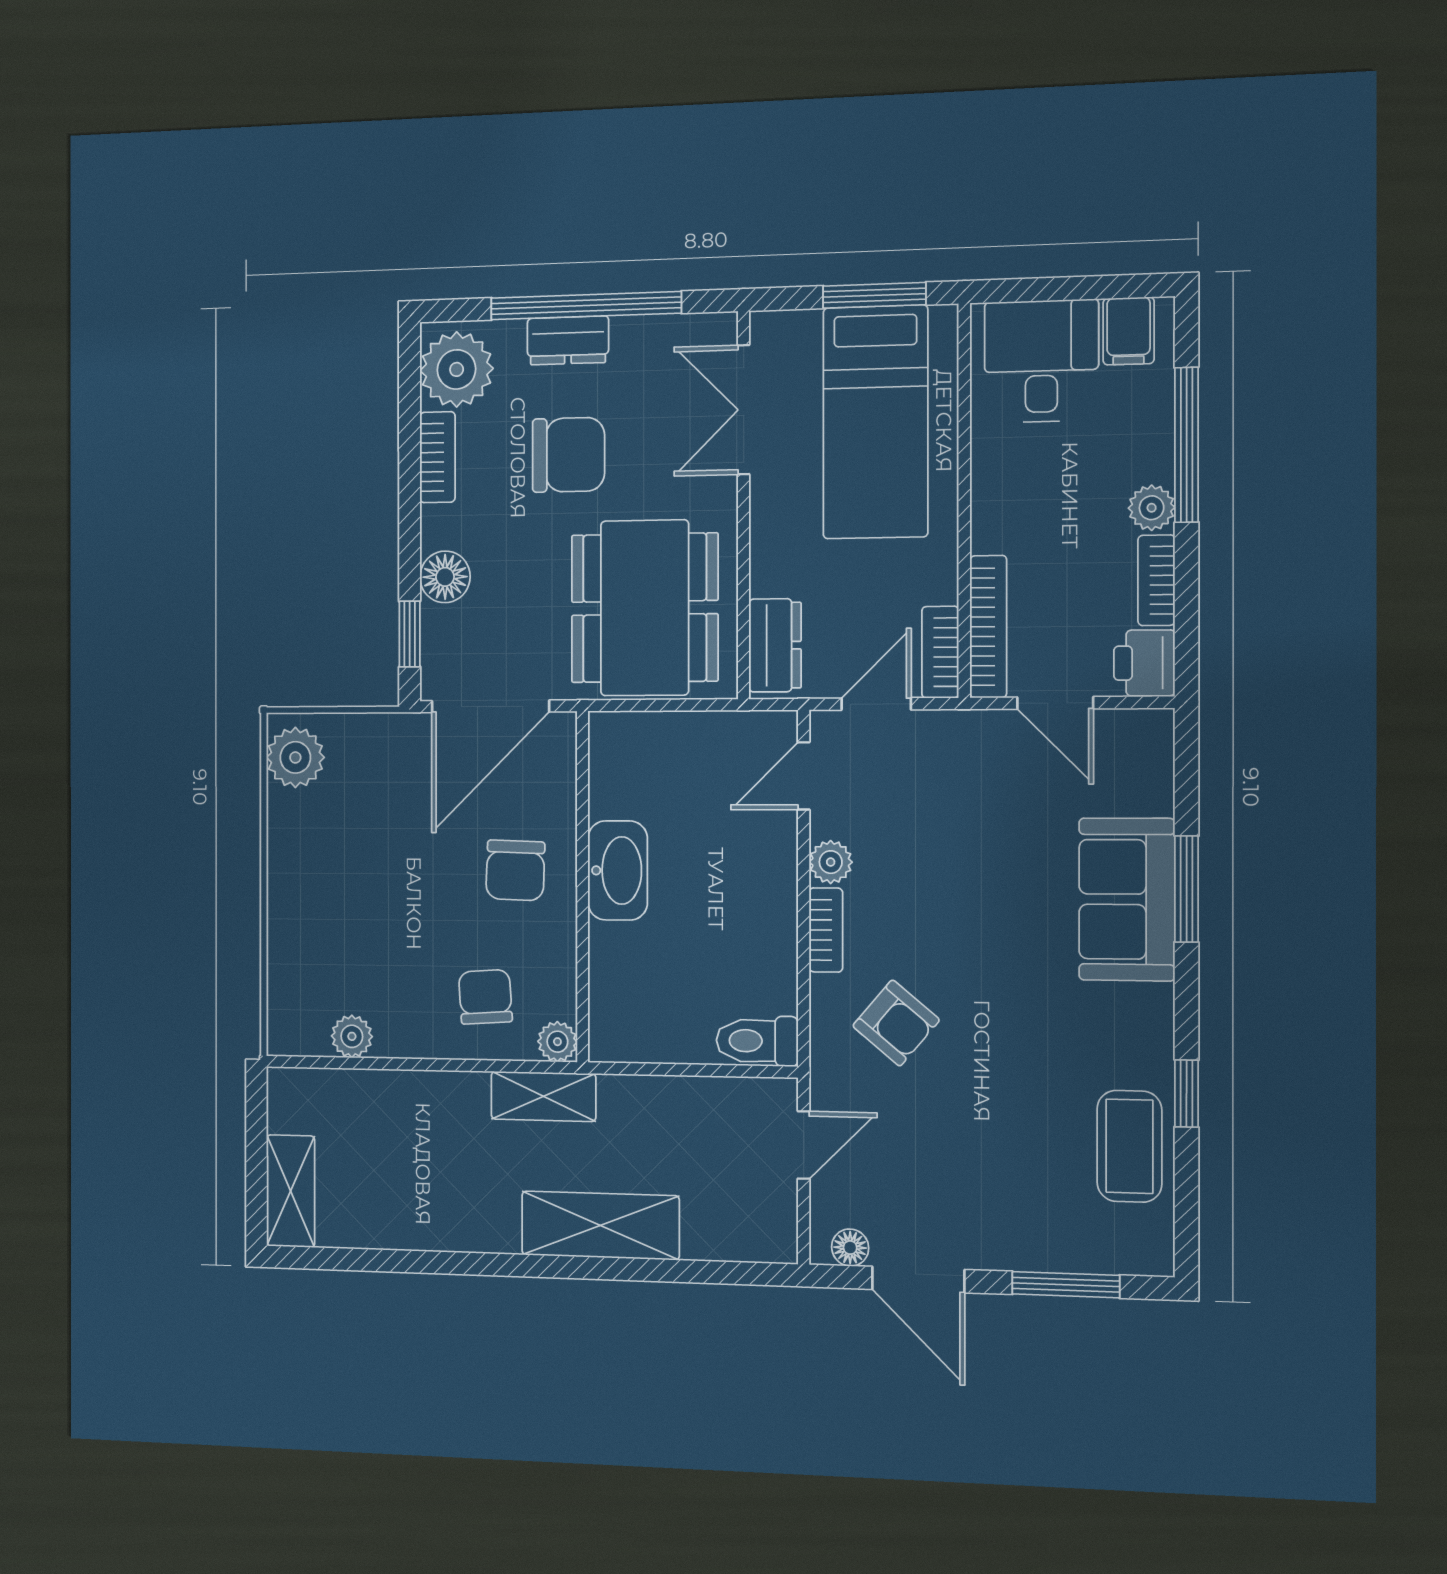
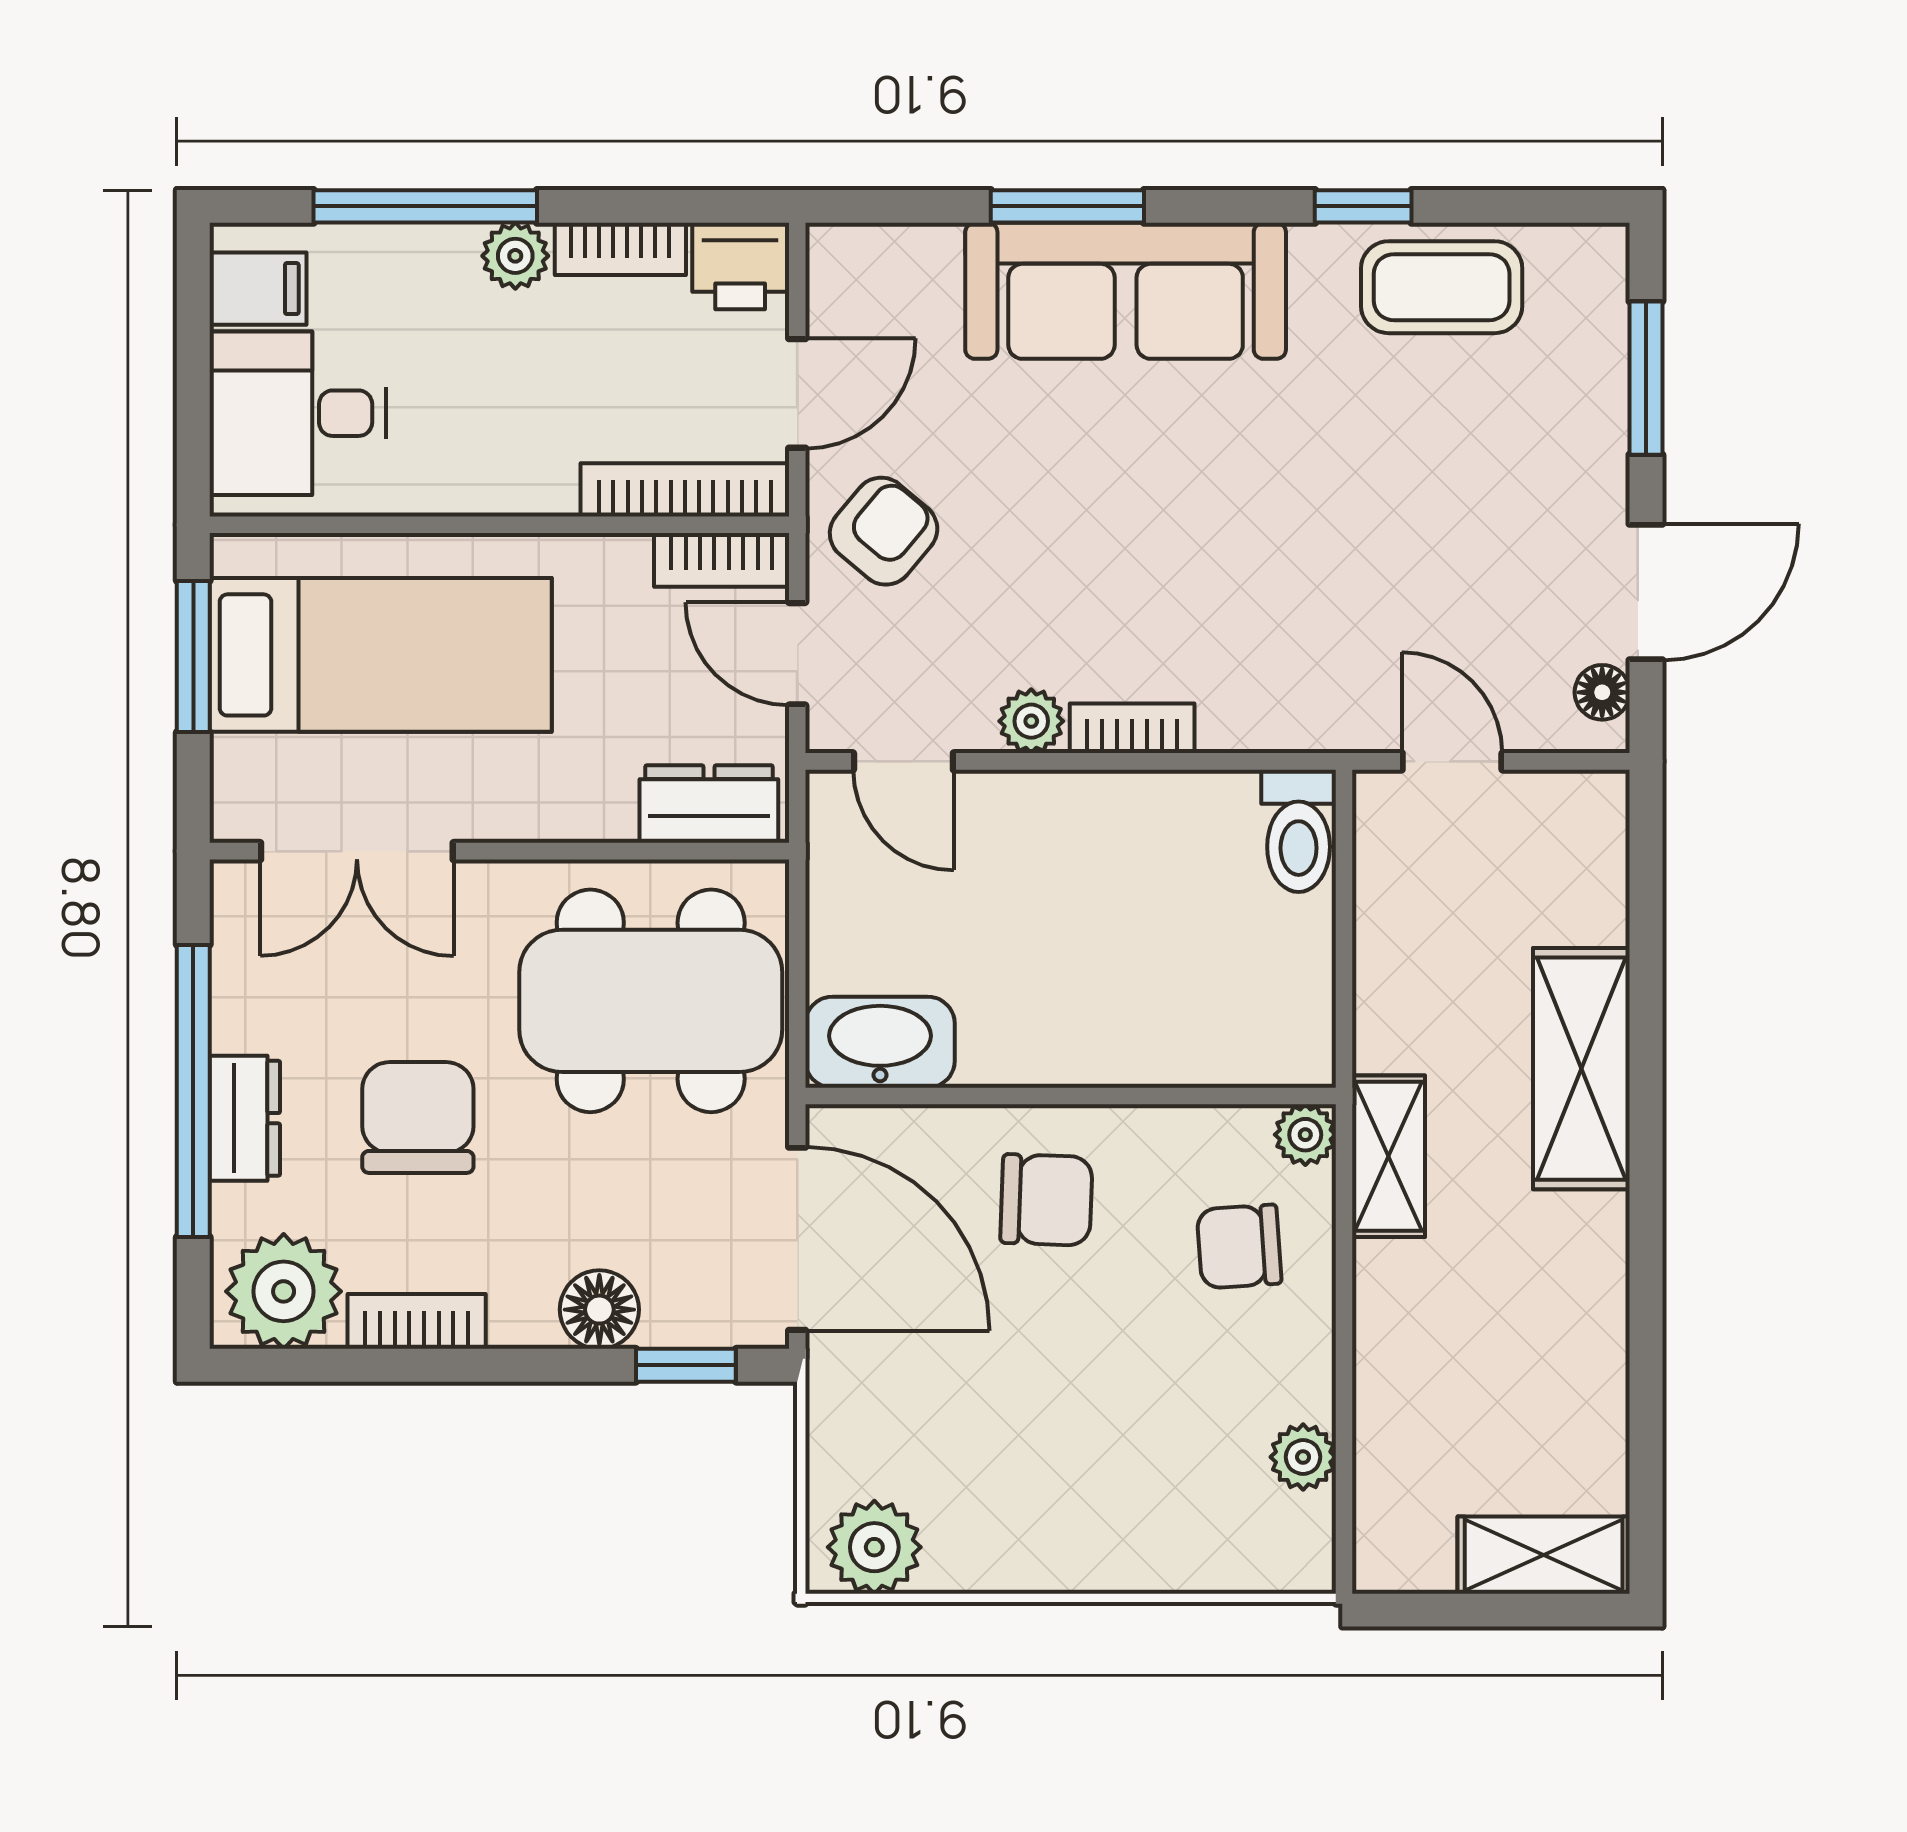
washbasin: (618, 870) -> (880, 1042), moved
sofa: (1127, 899) -> (1126, 291), width x1.36
armchair: (896, 1023) -> (884, 531), moved

